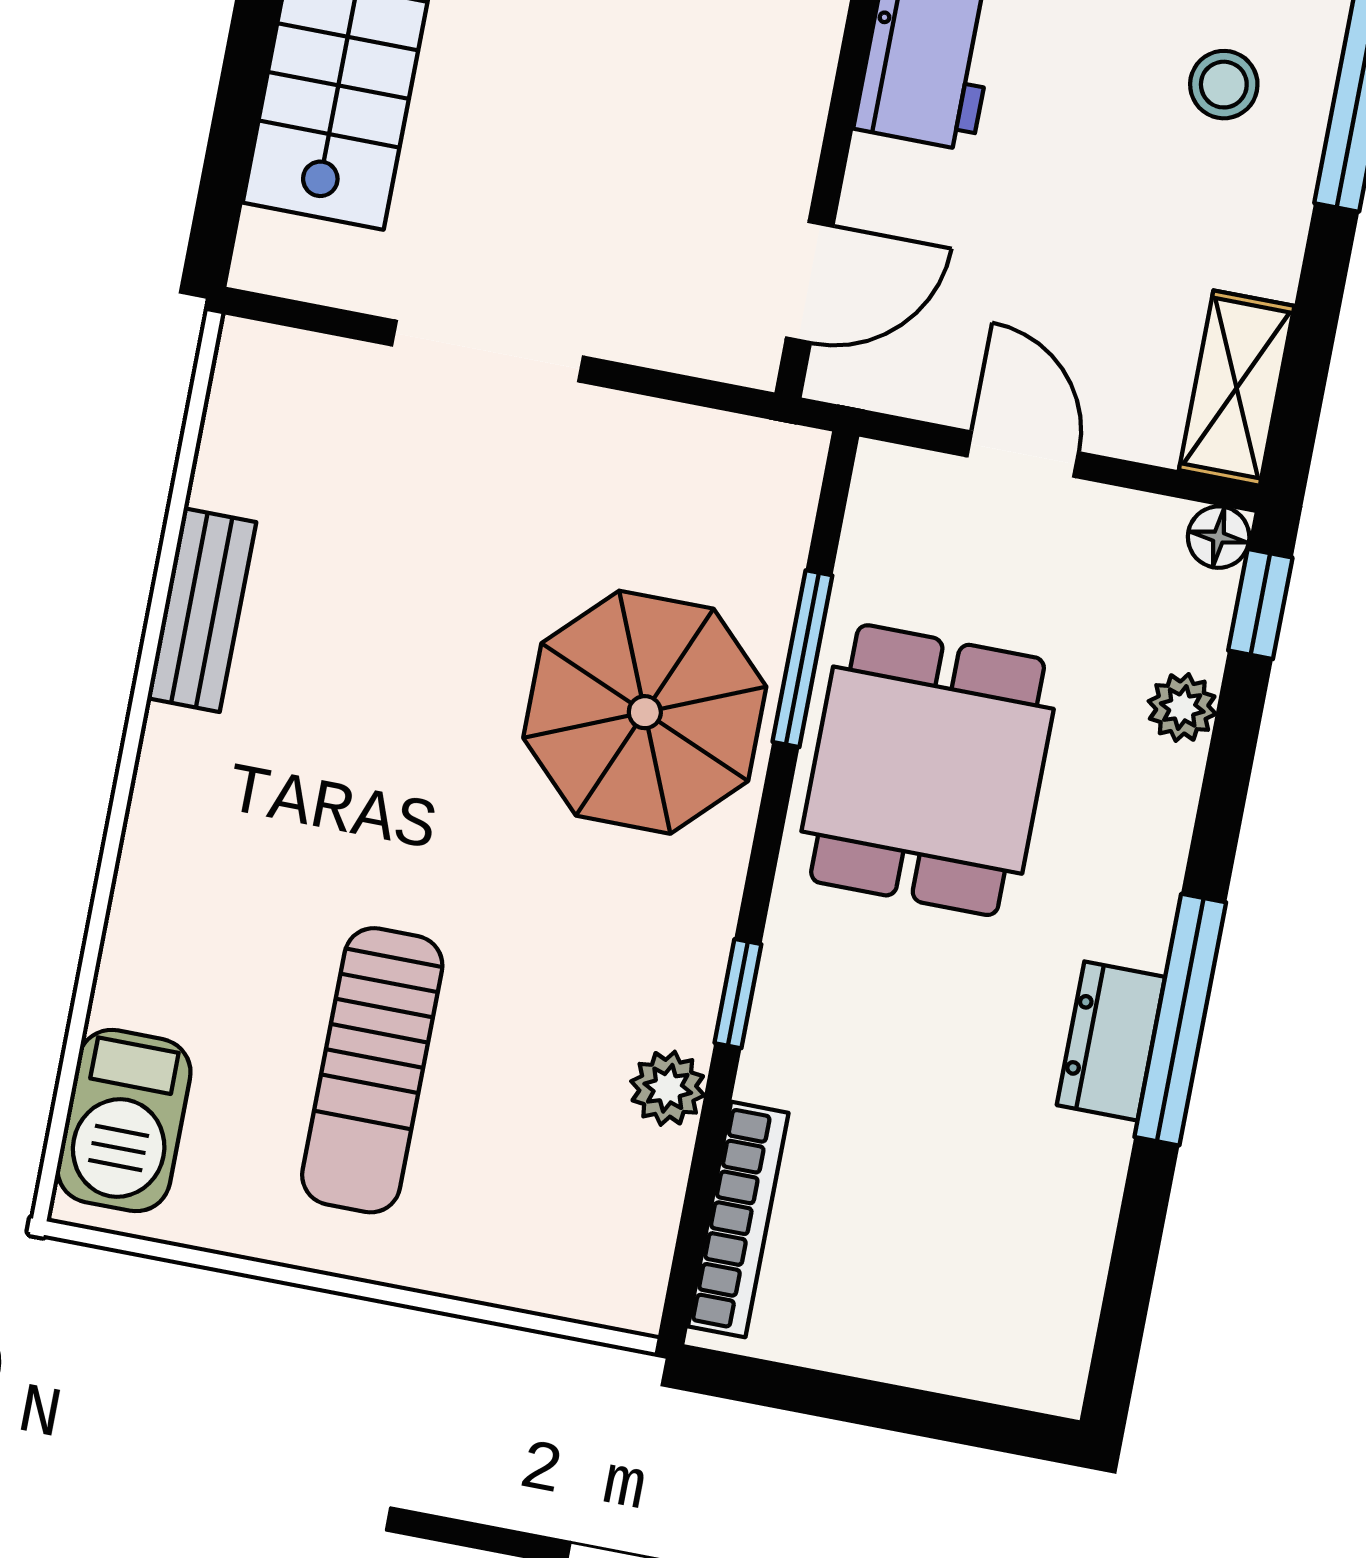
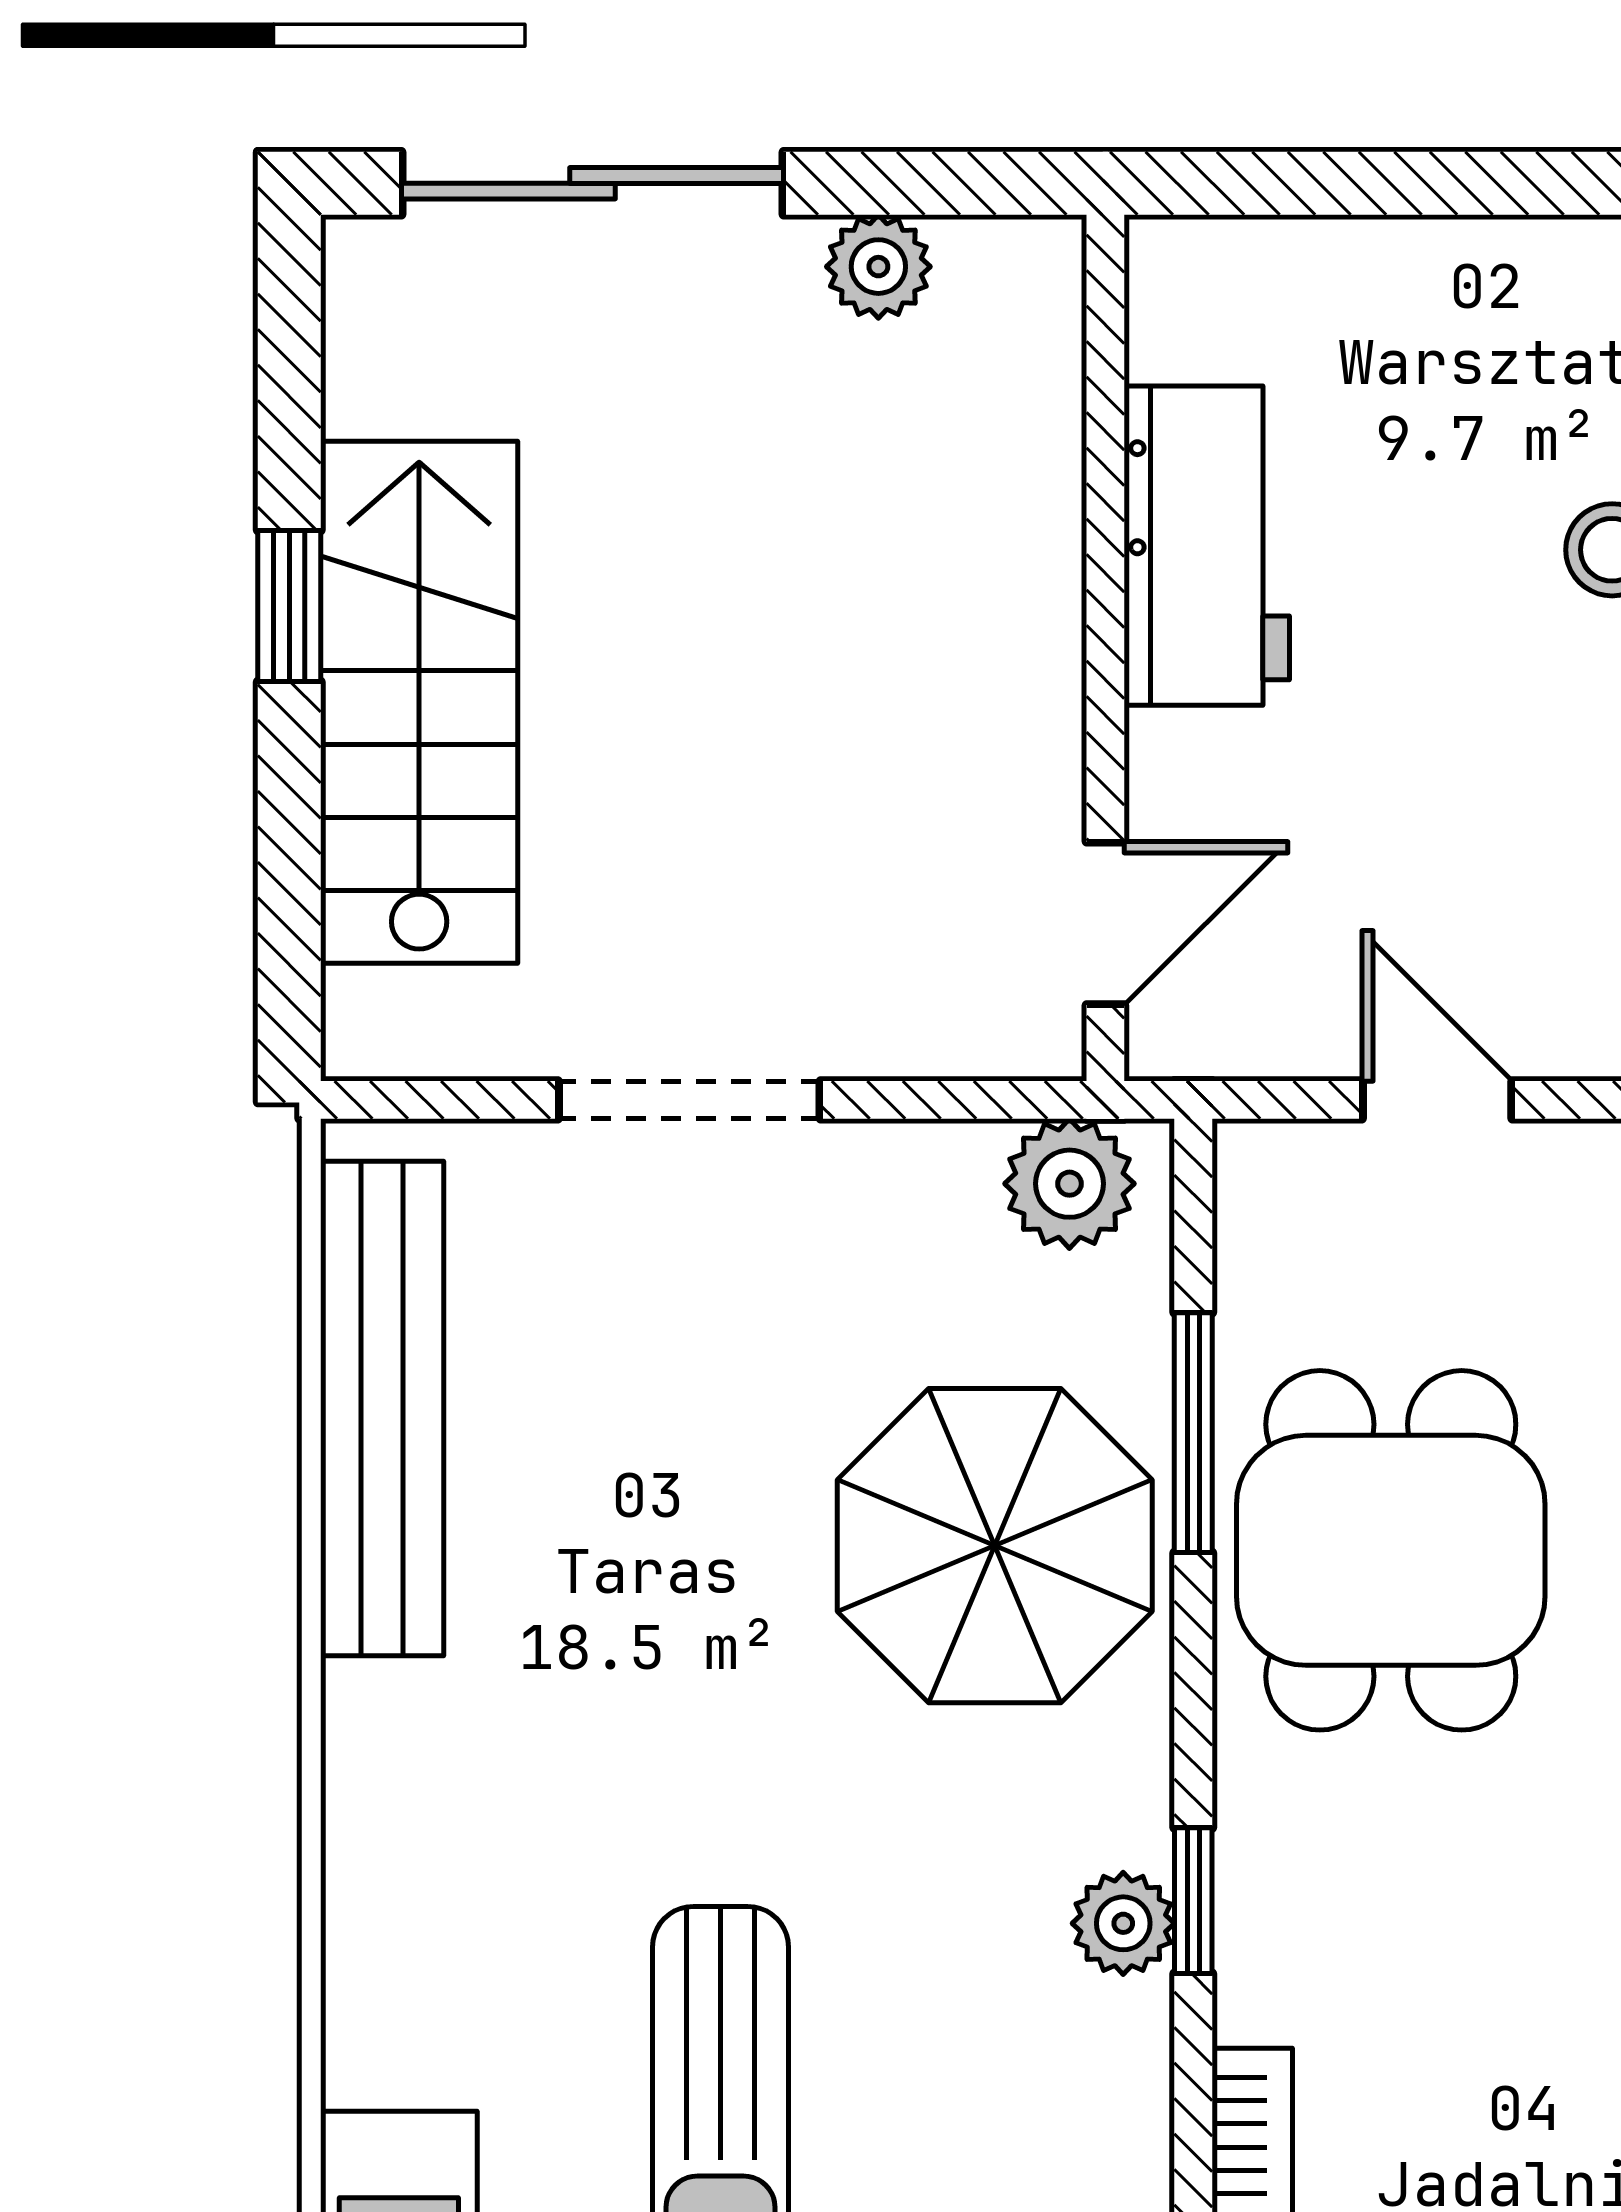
plant: (748, 463) -> (1069, 1184), added
bench: (202, 610) -> (382, 1408), width x1.86, depth x1.21
plant: (668, 1088) -> (1123, 1923), moved

